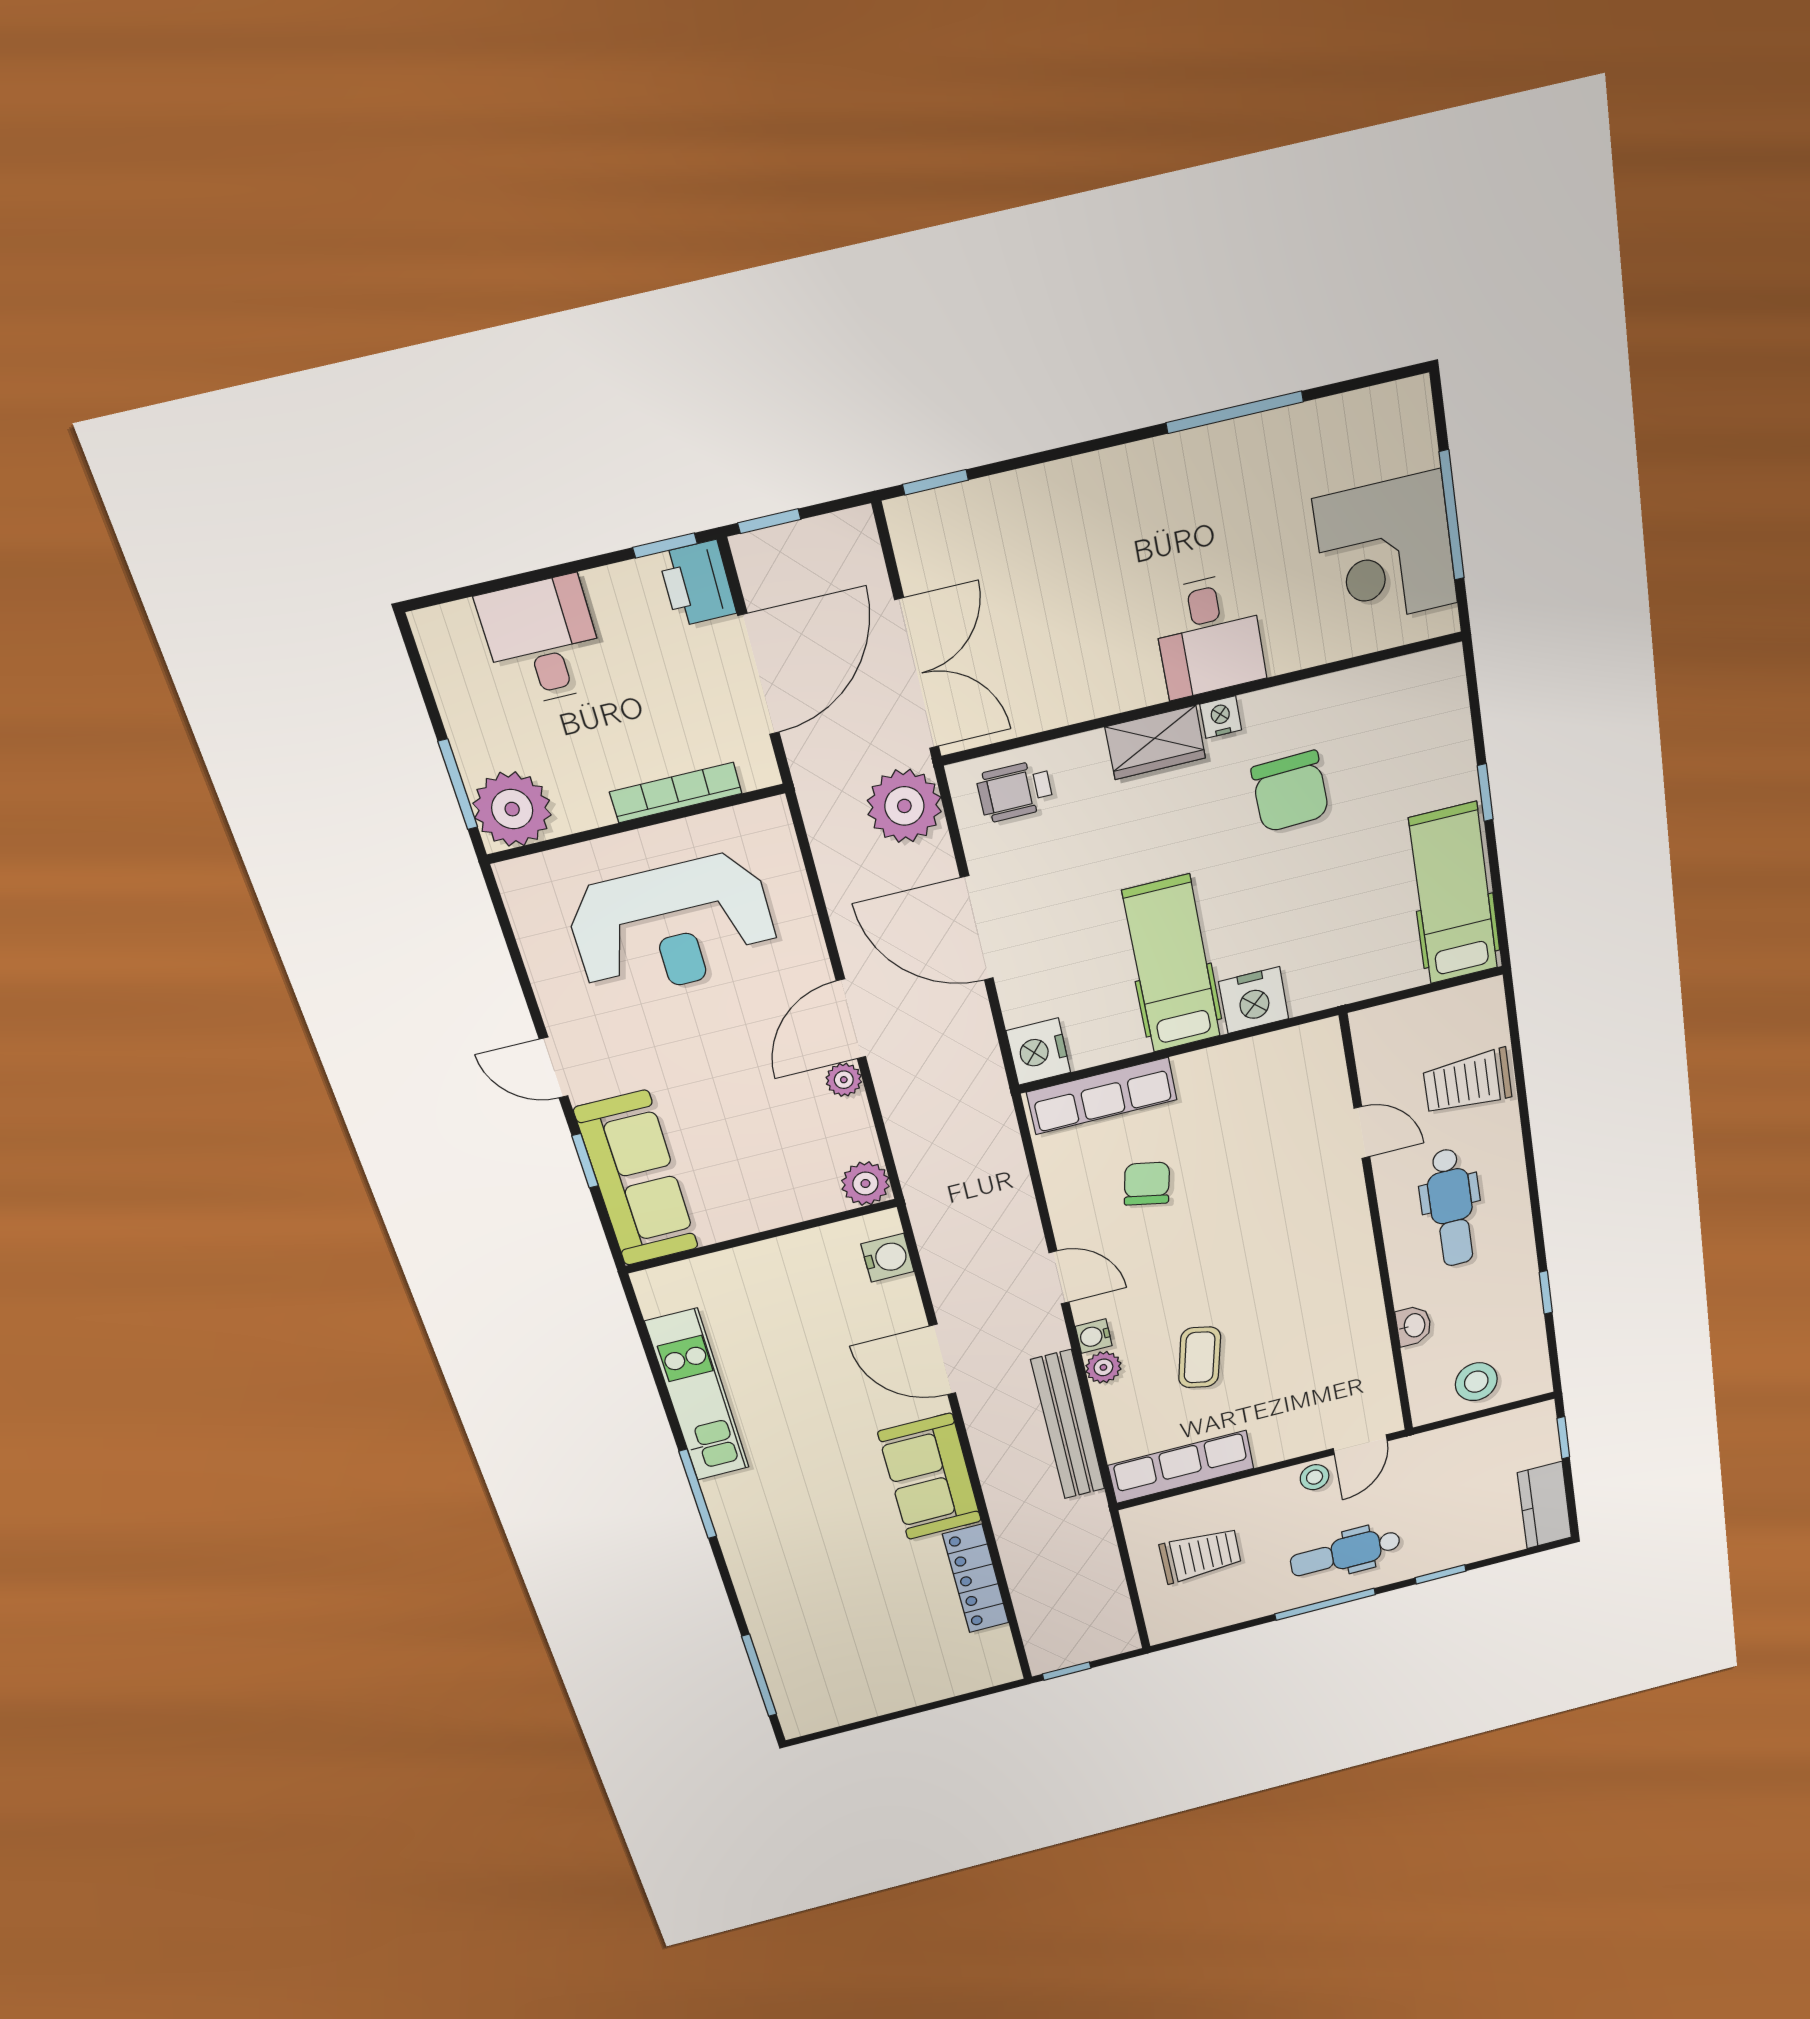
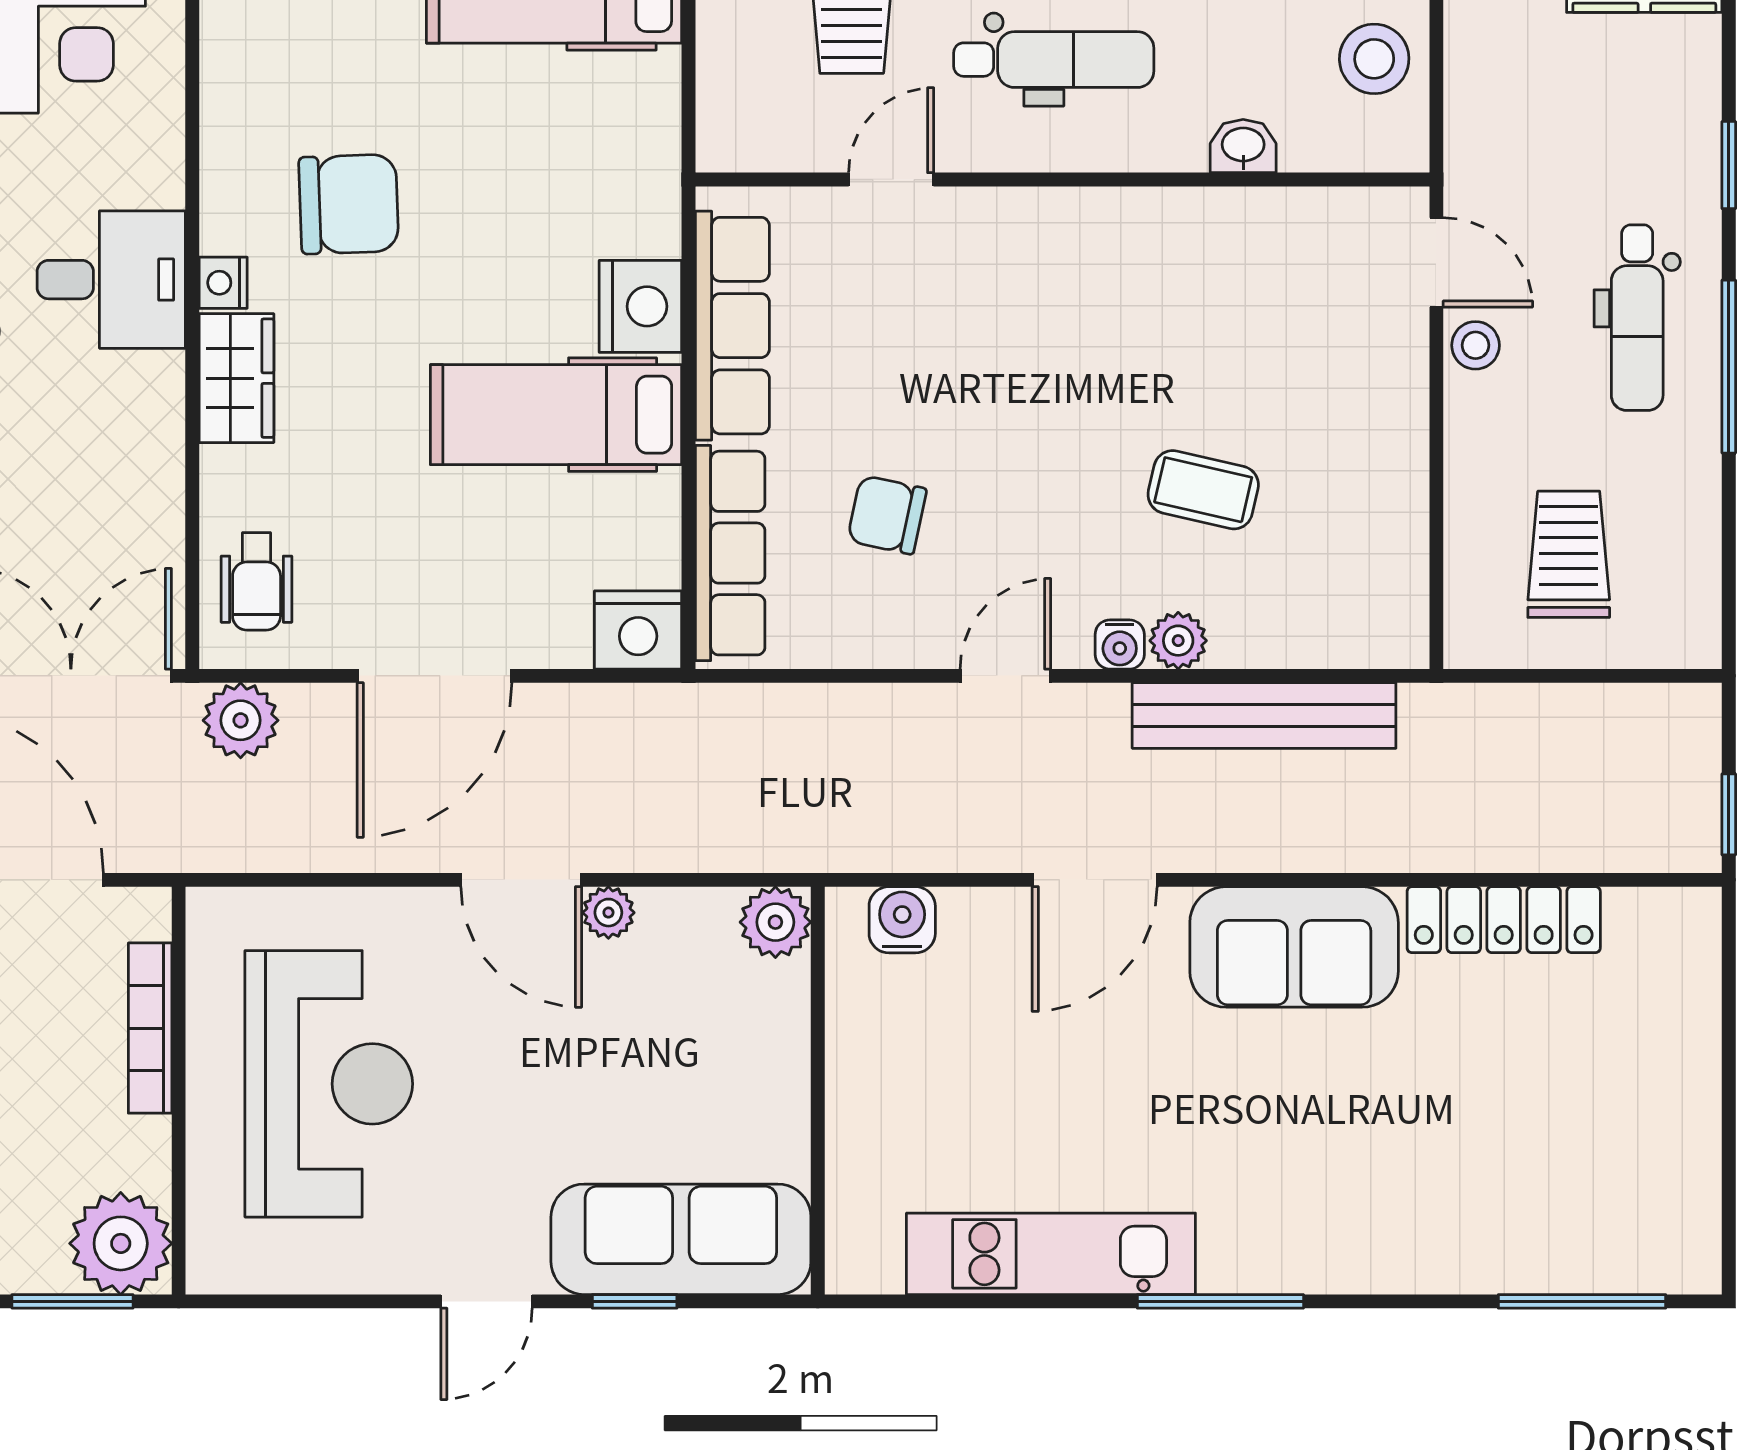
plant: (904, 806) -> (241, 720), width x0.73, depth x0.73
row of seats: (1181, 1467) -> (732, 326), moved, turned 180

